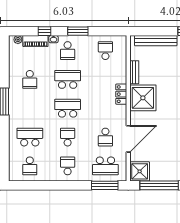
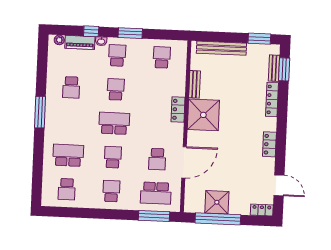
school desk: (68, 51) -> (117, 55), turned 180
school desk: (68, 79) -> (116, 89), width x0.54
shower: (140, 171) -> (217, 202), moved

